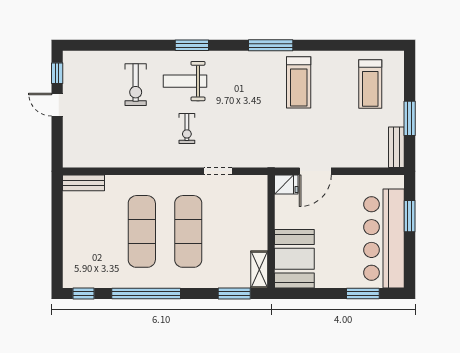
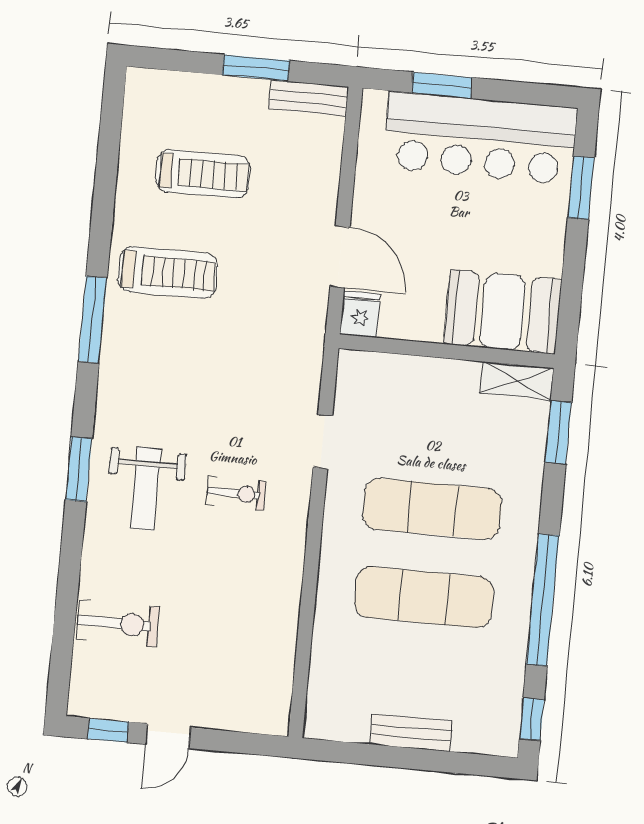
treadmill: (370, 84) -> (203, 174), moved
exercise bike: (136, 85) -> (118, 623), moved
bench: (84, 183) -> (411, 733), moved, turned 90

